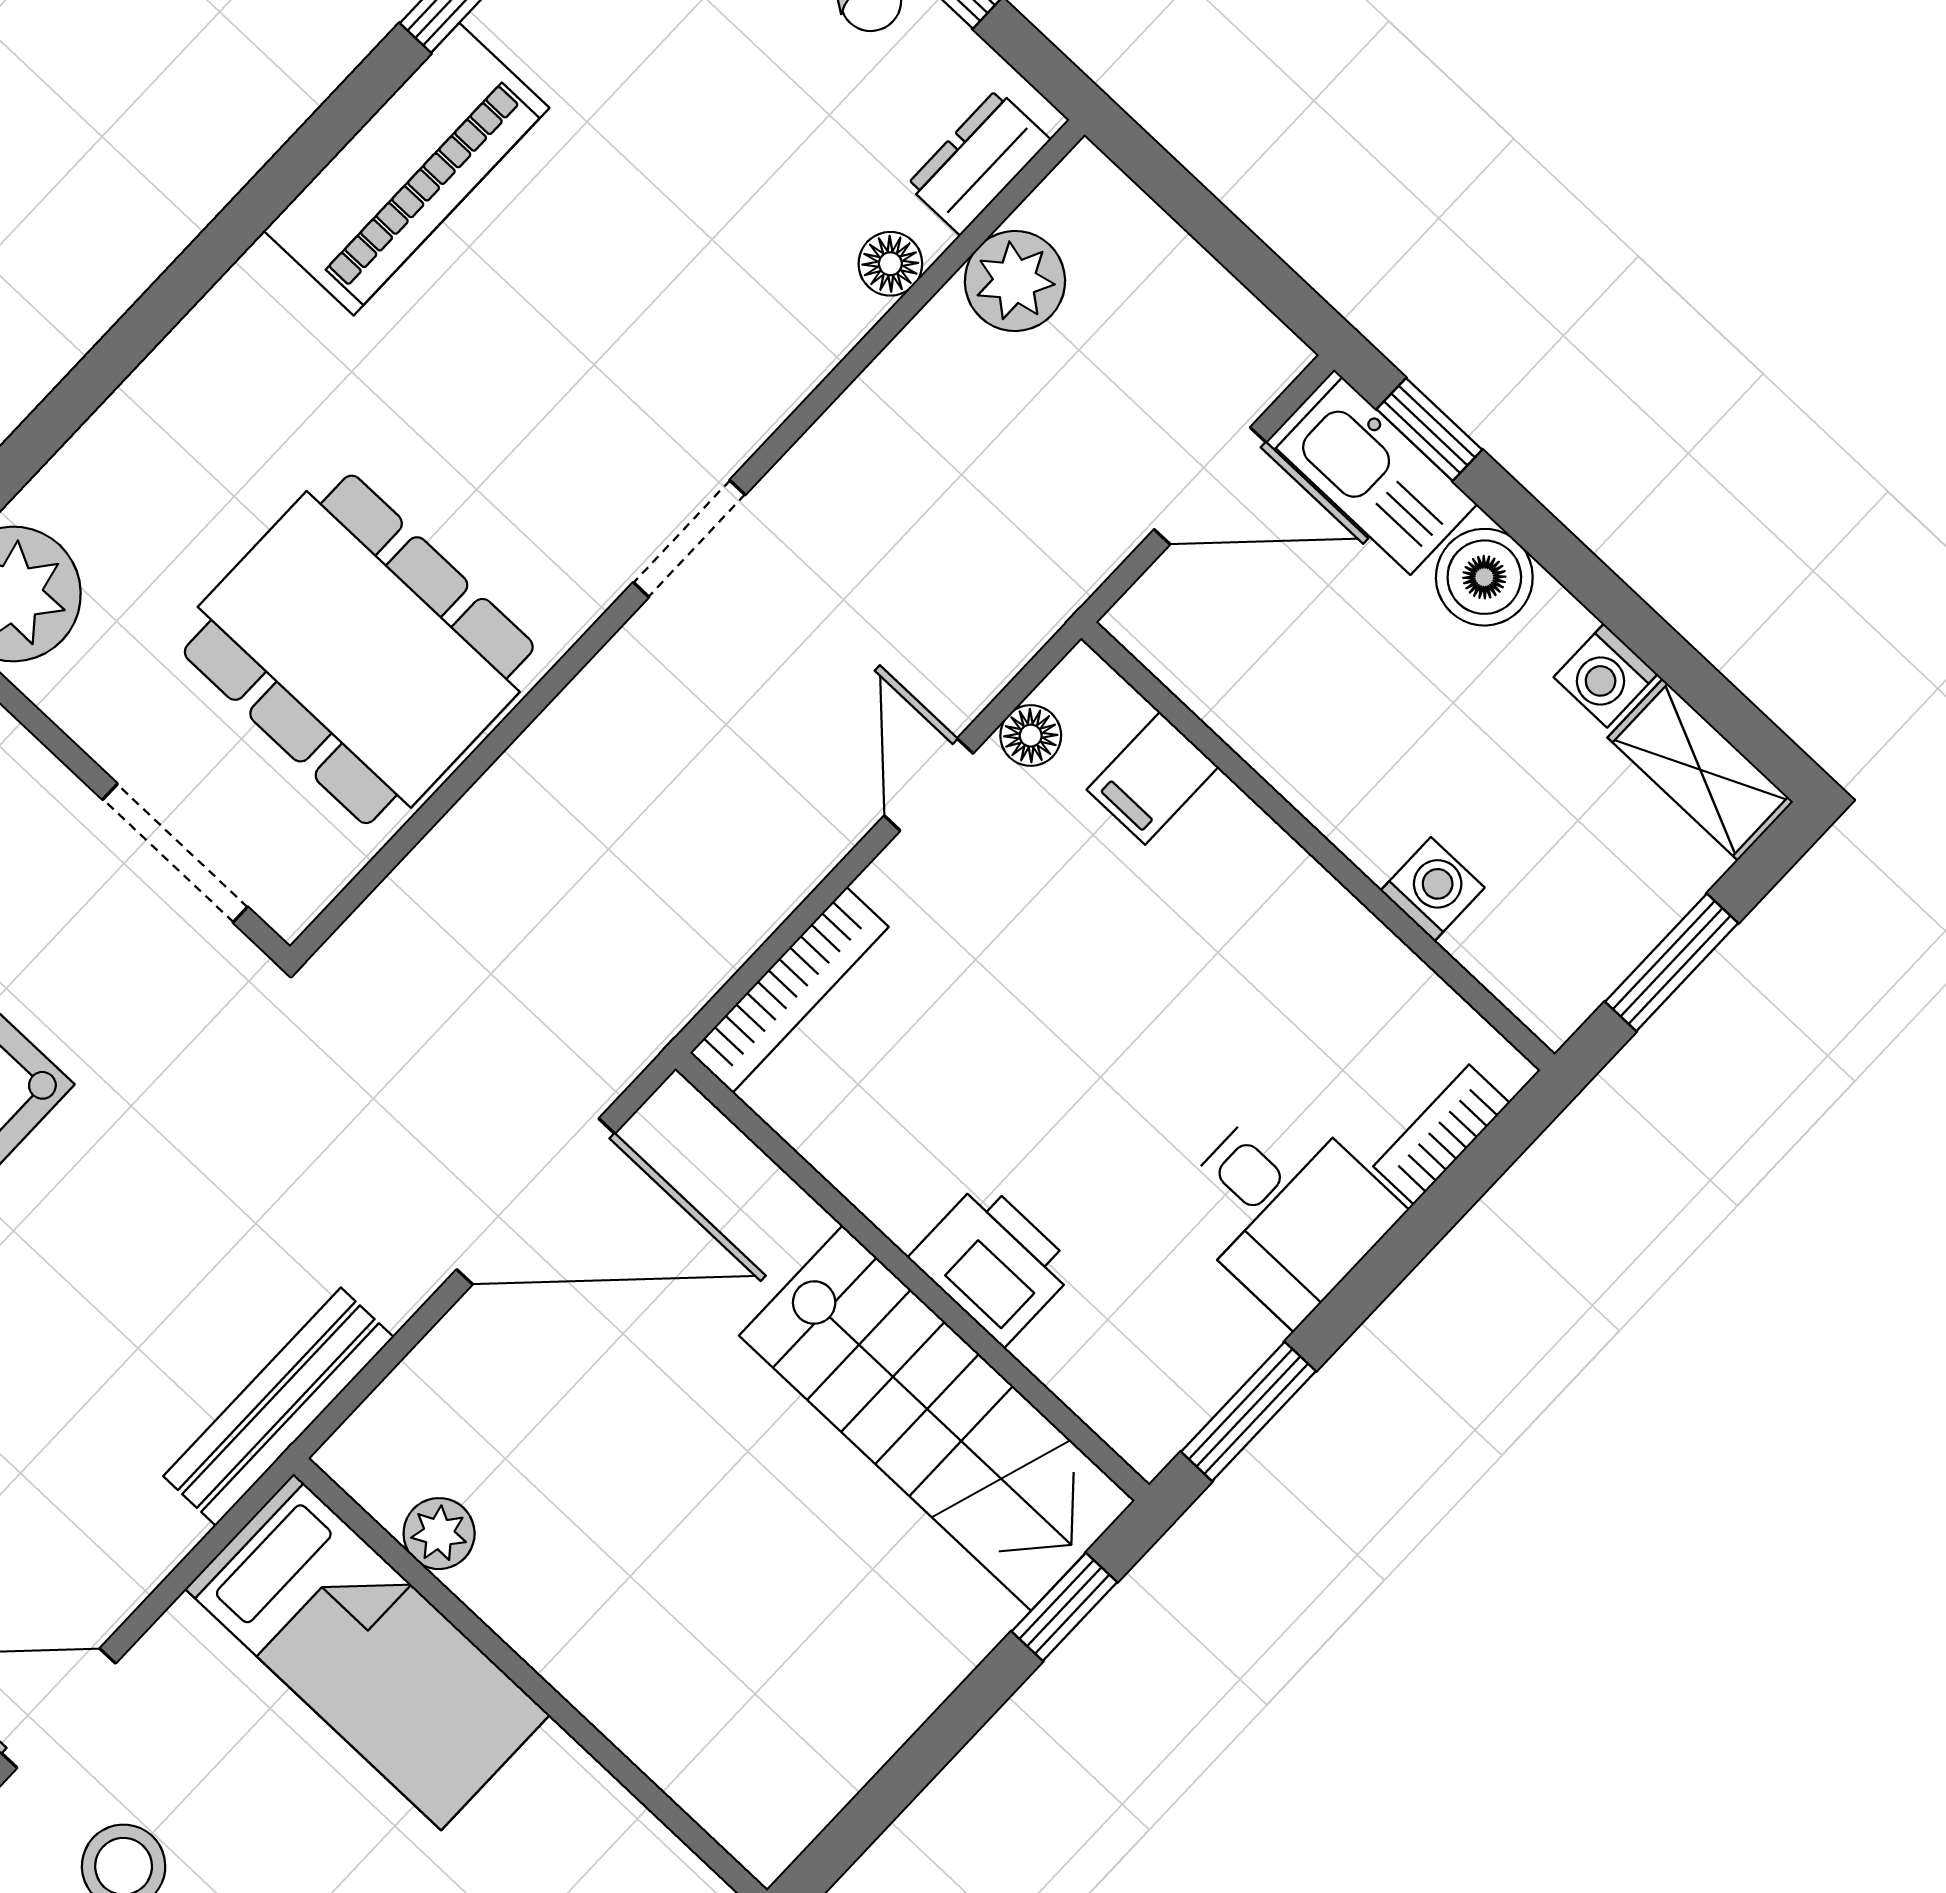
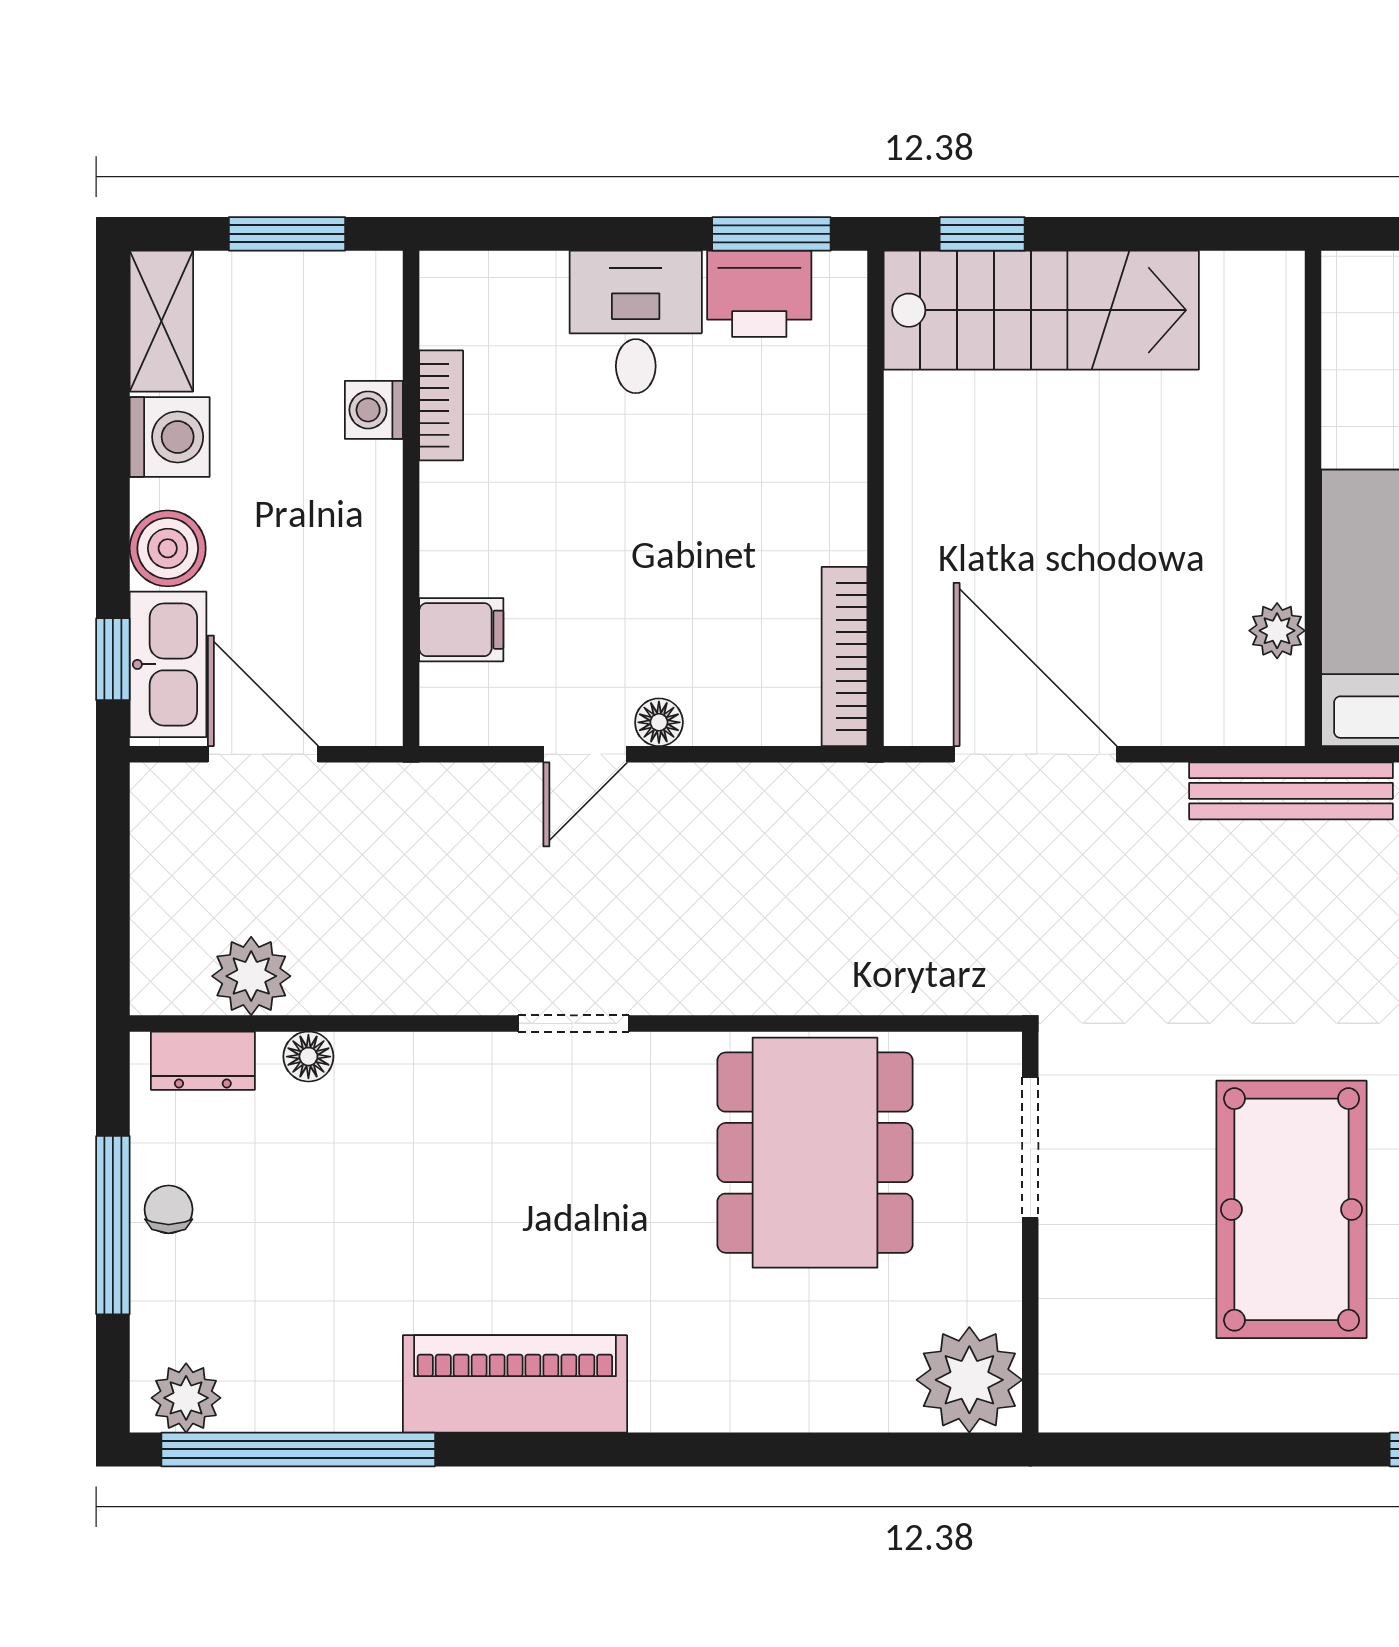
washing machine: (1606, 676) -> (170, 437), width x1.38, depth x1.38
floor lamp: (1031, 736) -> (659, 722), moved
bookcase: (789, 990) -> (844, 657), moved, turned -90
bookcase: (1441, 1135) -> (441, 405), moved, turned -90
printer: (993, 1263) -> (759, 294), moved, turned -90
stairs: (937, 1418) -> (1041, 310), moved, turned 90

